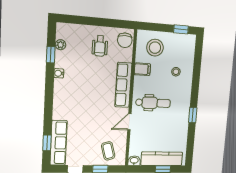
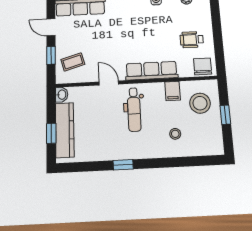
window: (181, 29) -> (225, 115), moved
chair: (125, 40) -> (203, 66), turned 90

